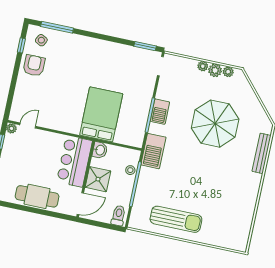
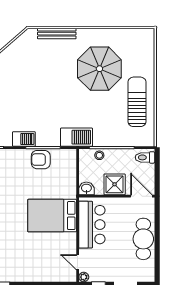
armchair: (34, 66) -> (41, 160), moved
barbecue: (160, 112) -> (24, 139), moved
bed: (101, 114) -> (52, 216), moved
parasol: (215, 124) -> (99, 69), moved
bar counter: (74, 161) -> (92, 225), moved, turned -90

